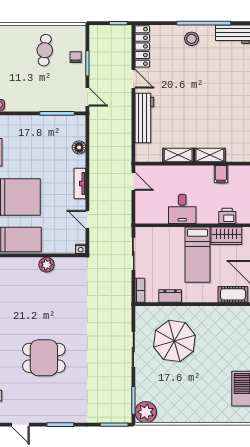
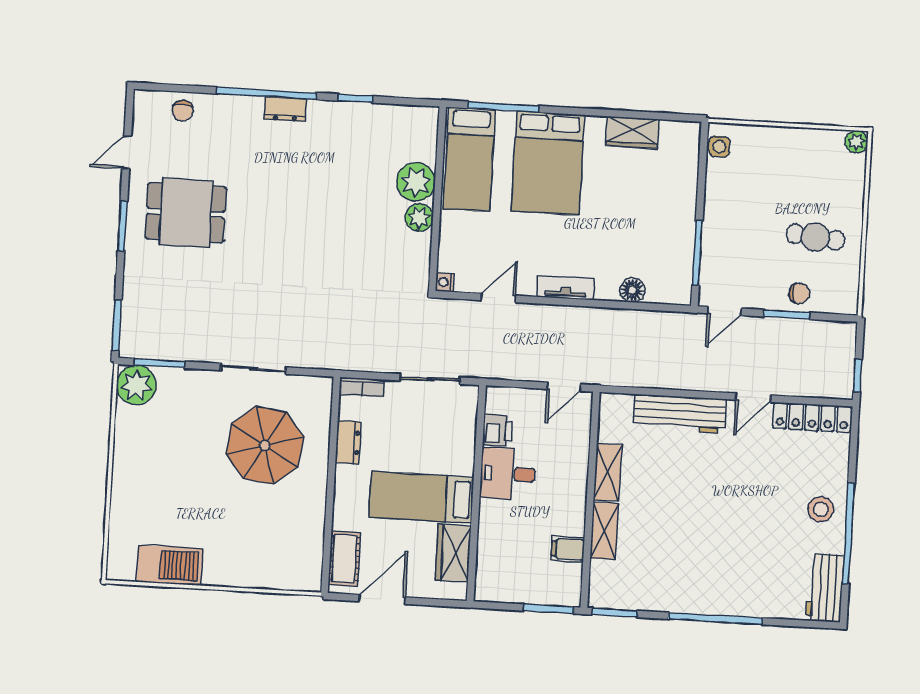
printer: (227, 216) -> (497, 430), moved
plant: (27, 268) -> (416, 182), added
dining table: (44, 358) -> (186, 213), moved, turned 90

